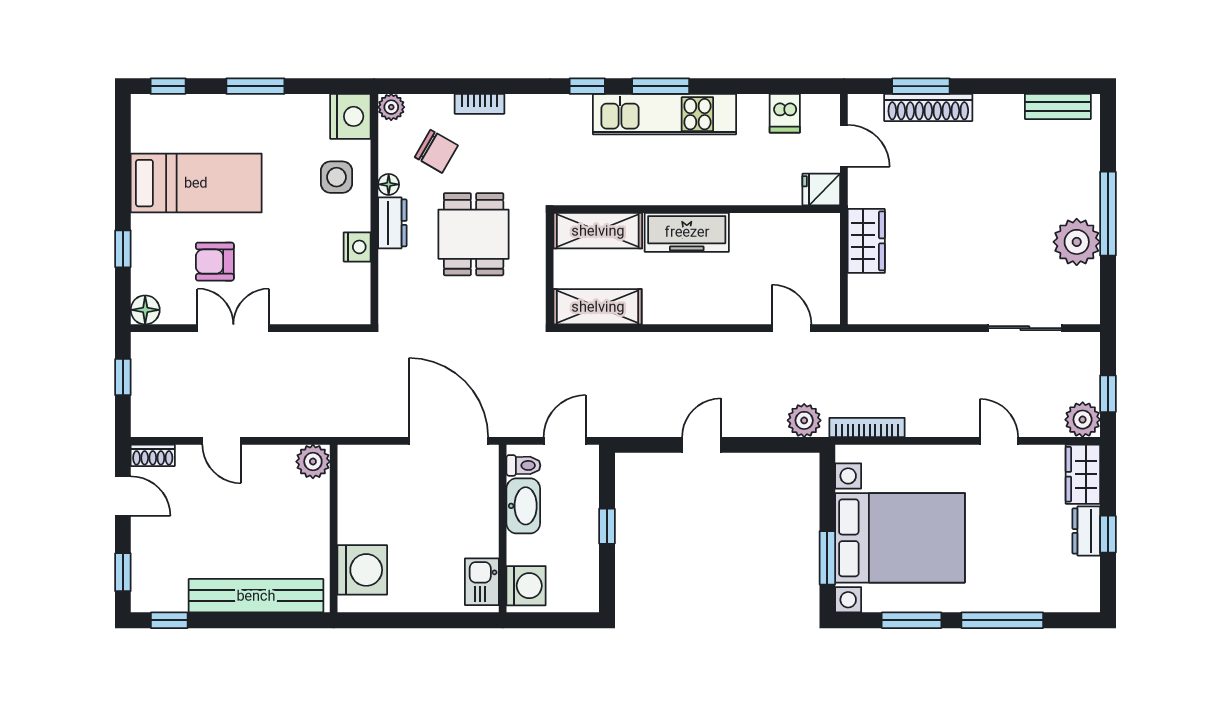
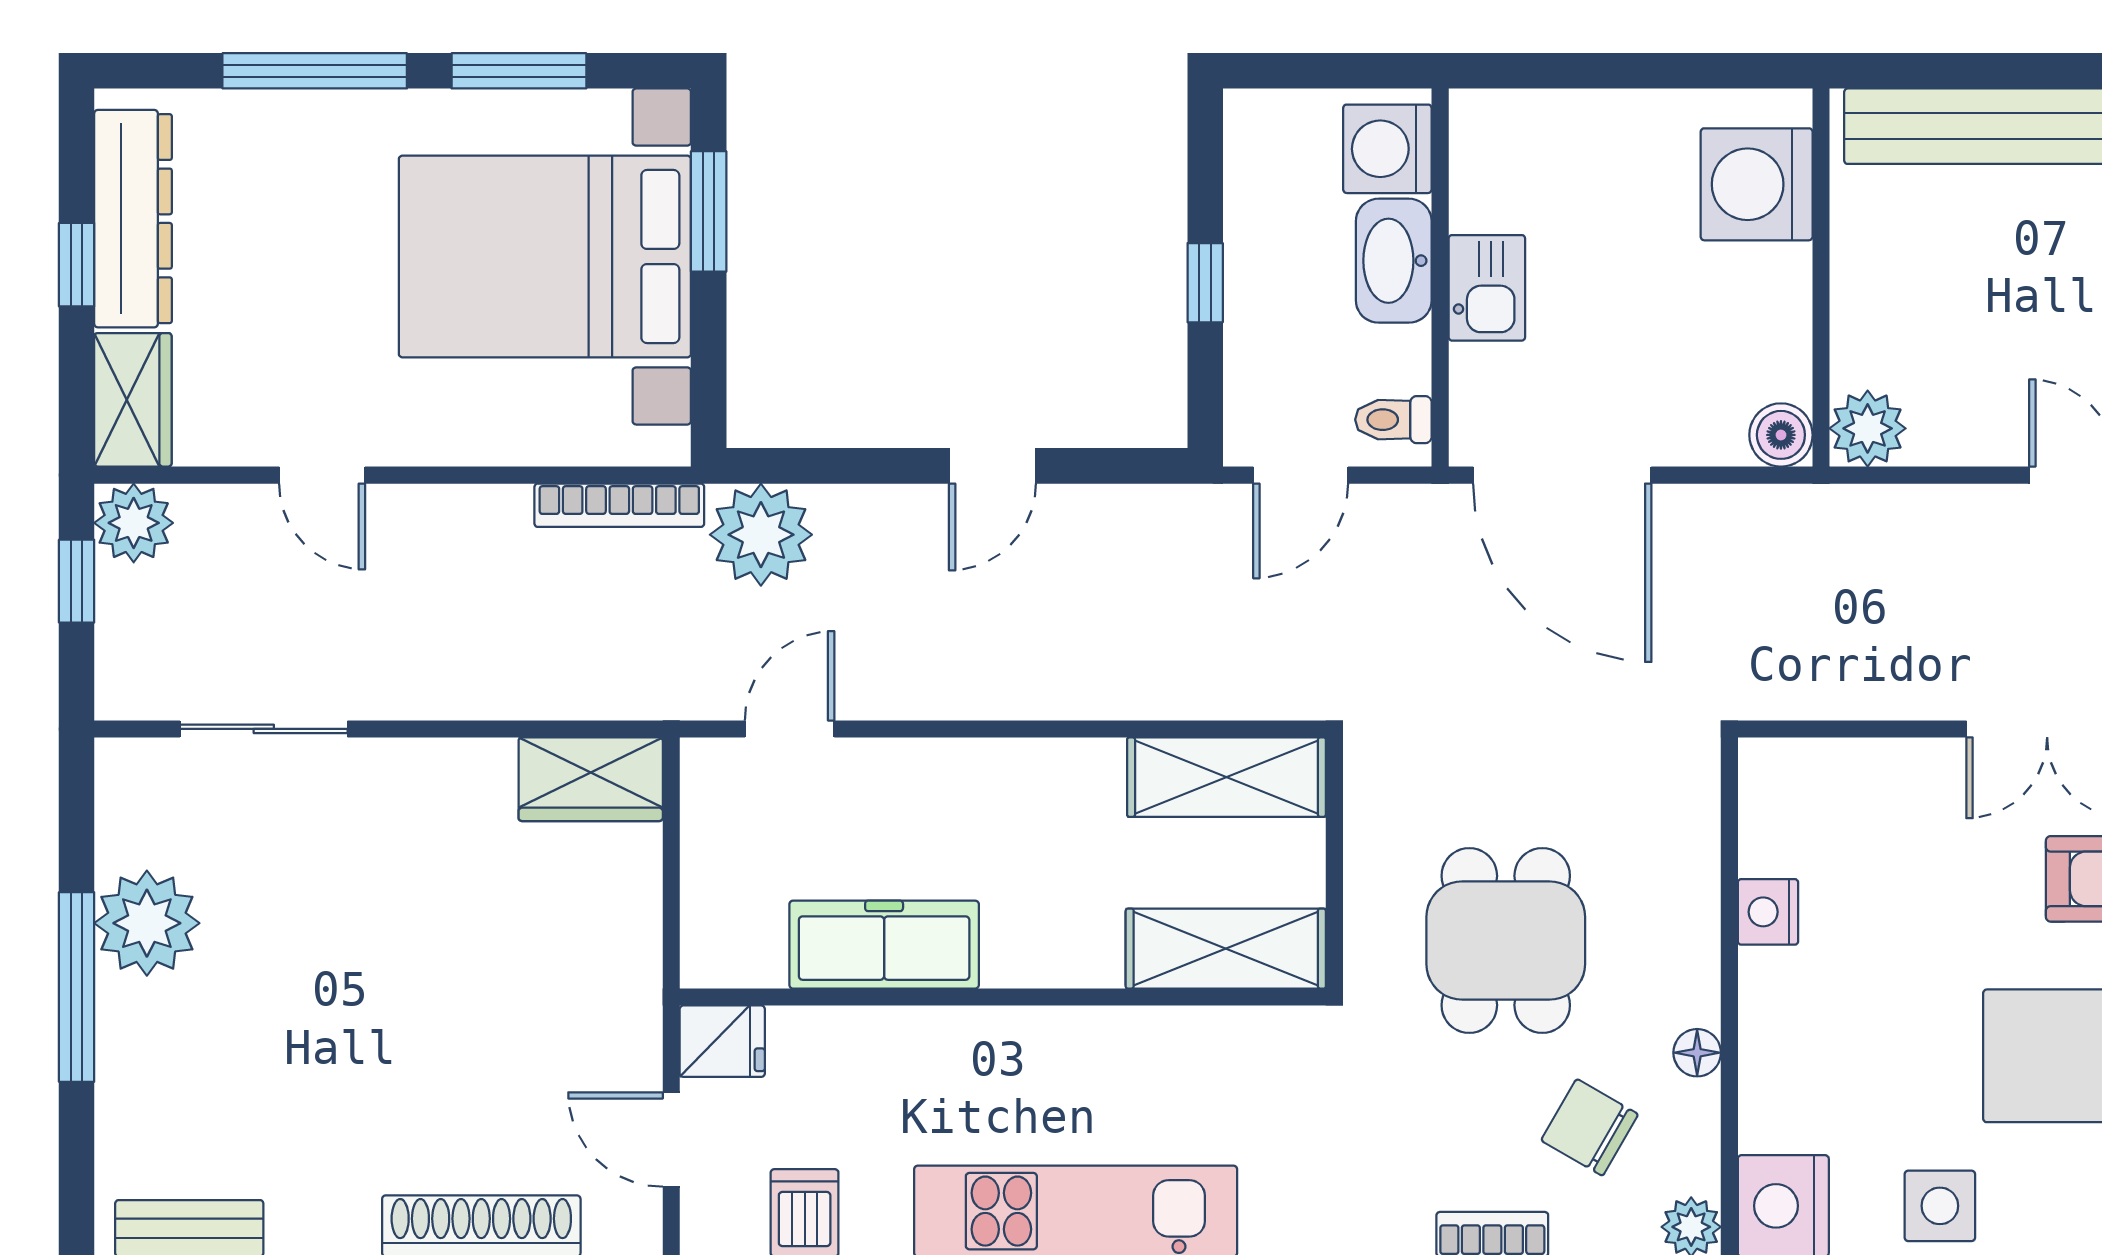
side table: (336, 177) -> (1940, 1206), moved
dresser: (392, 223) -> (1689, 966), removed
freezer: (687, 232) -> (884, 945), moved
wardrobe: (866, 241) -> (591, 779), moved, turned -90
door: (791, 328) -> (790, 729), swing flipped
plant: (804, 420) -> (761, 535), width x1.36, depth x1.36
boiler: (351, 459) -> (1781, 435), added
washbasin: (523, 506) -> (1394, 261), moved
dresser: (1086, 531) -> (133, 219), width x1.96, depth x1.24
kitchen sink: (482, 582) -> (1487, 288), moved

